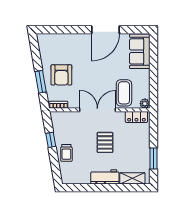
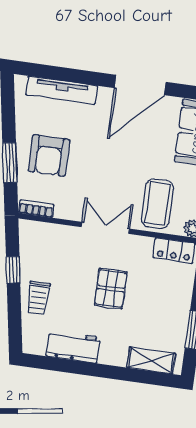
tv unit: (63, 39) -> (62, 90), added
double door: (97, 110) -> (105, 228), width x0.73
workbench: (105, 177) -> (73, 347), moved

